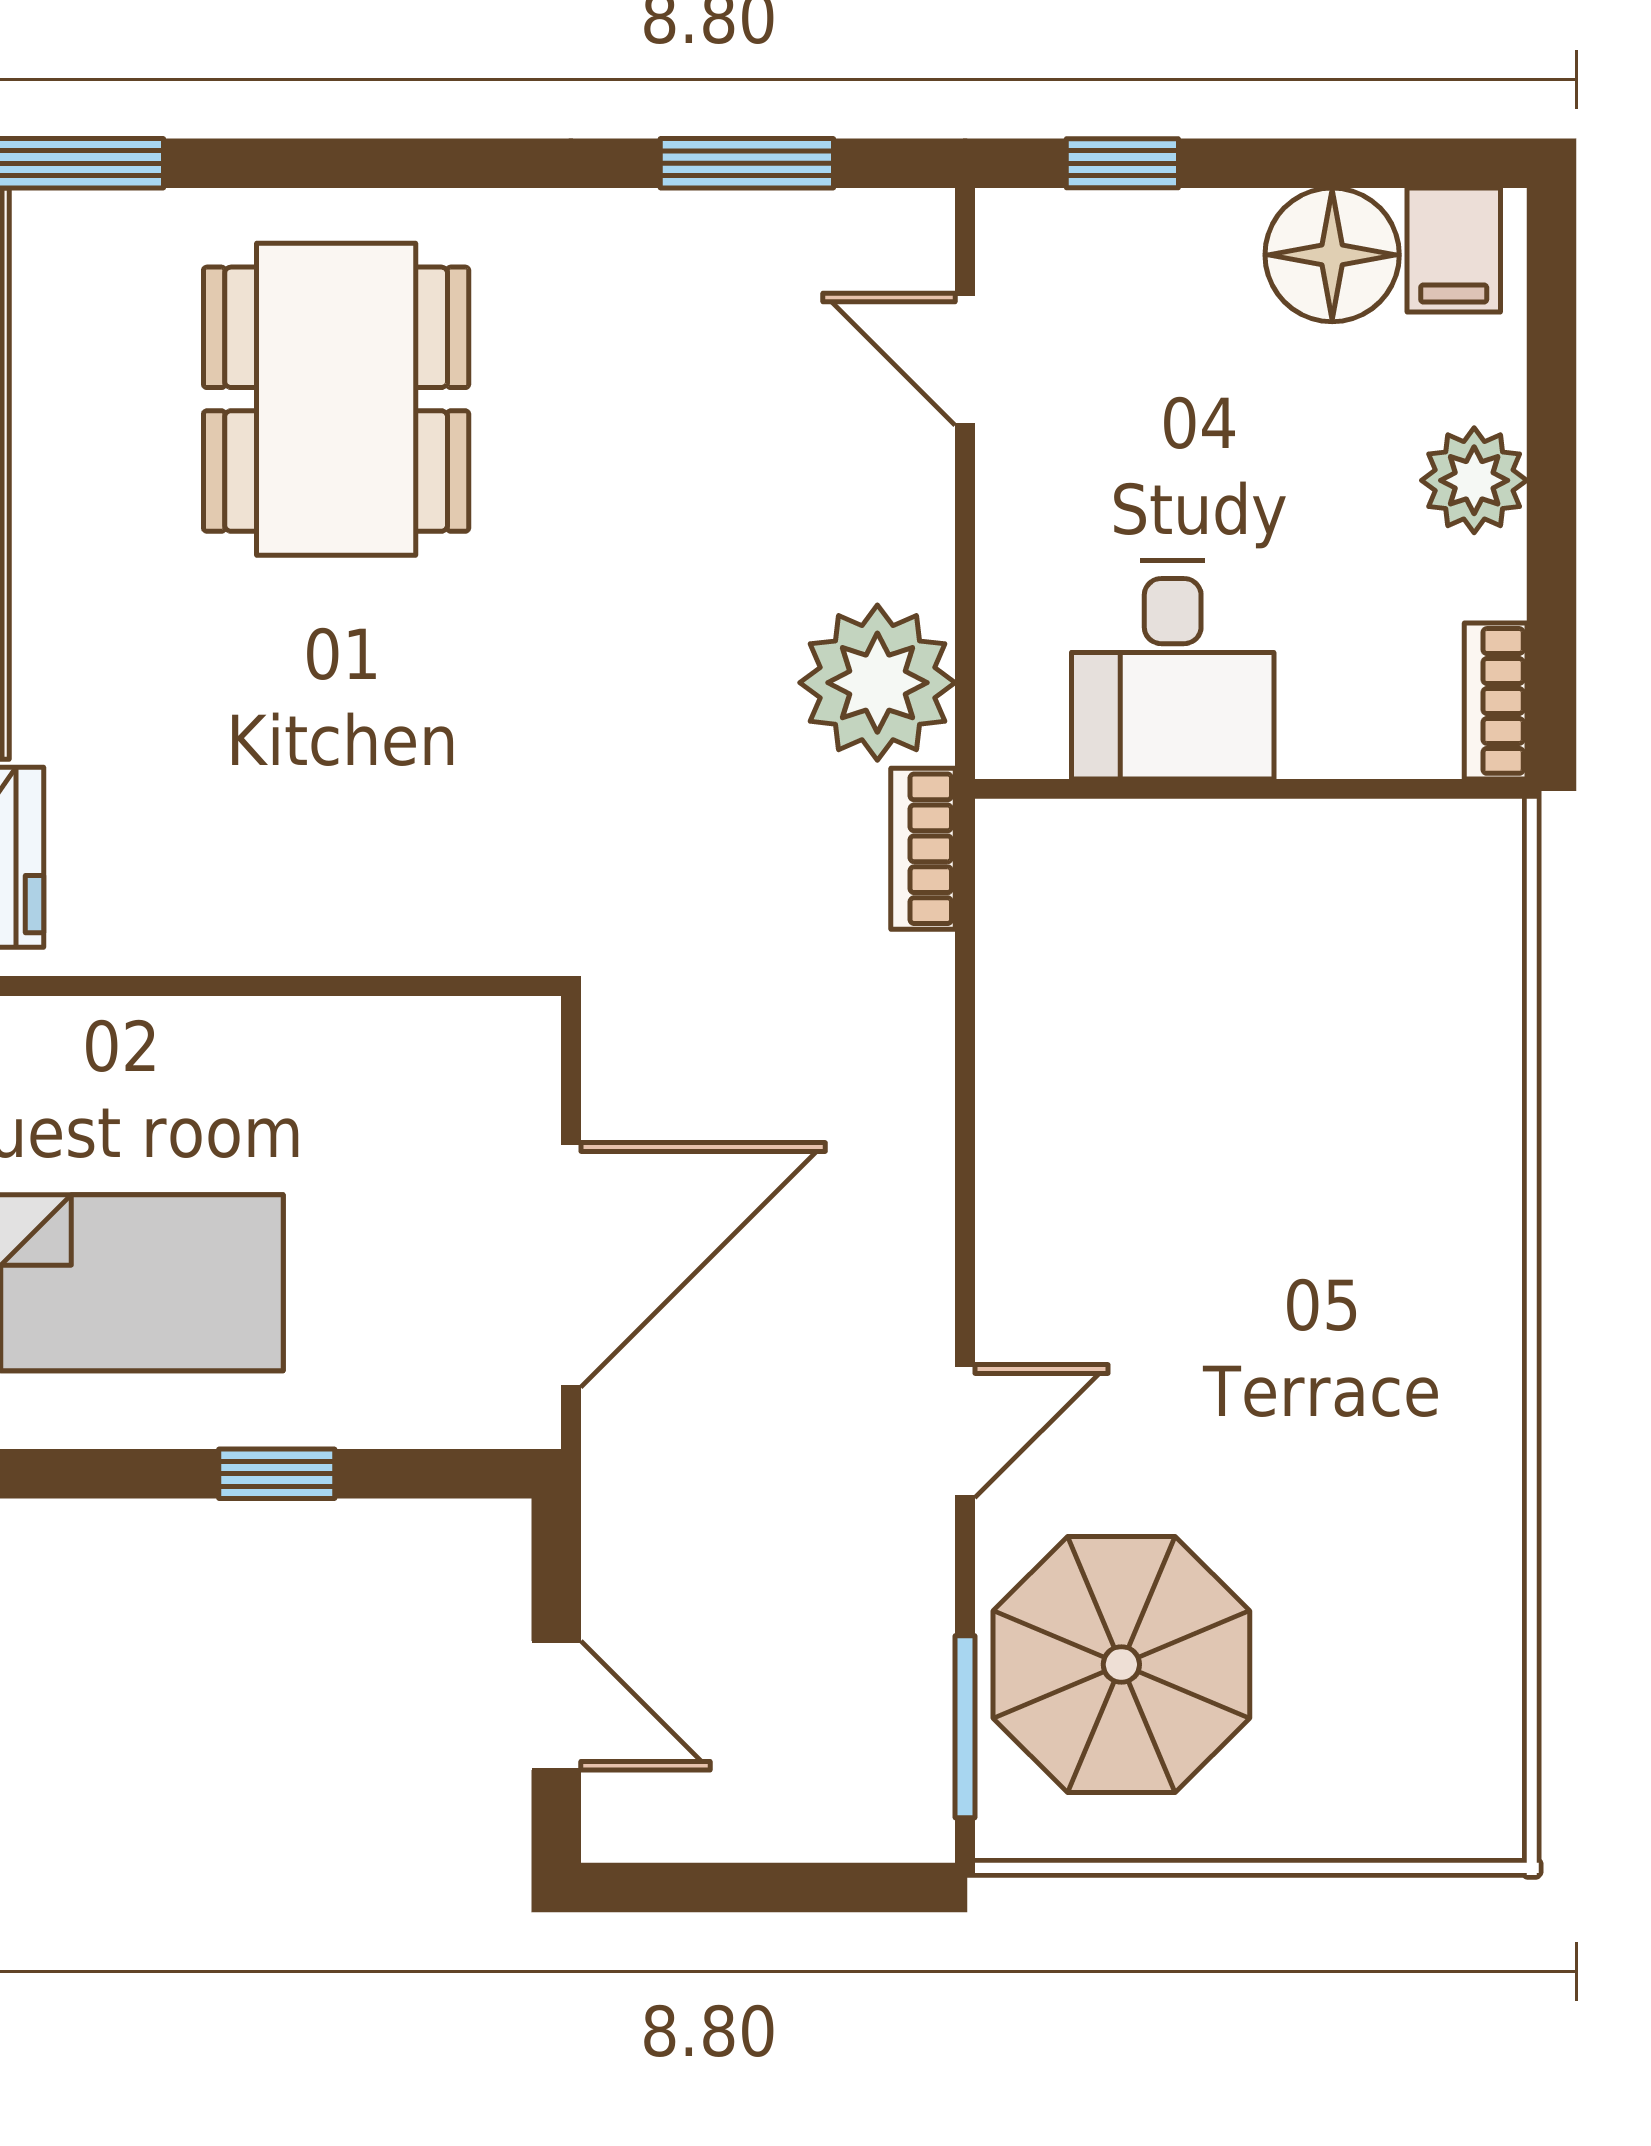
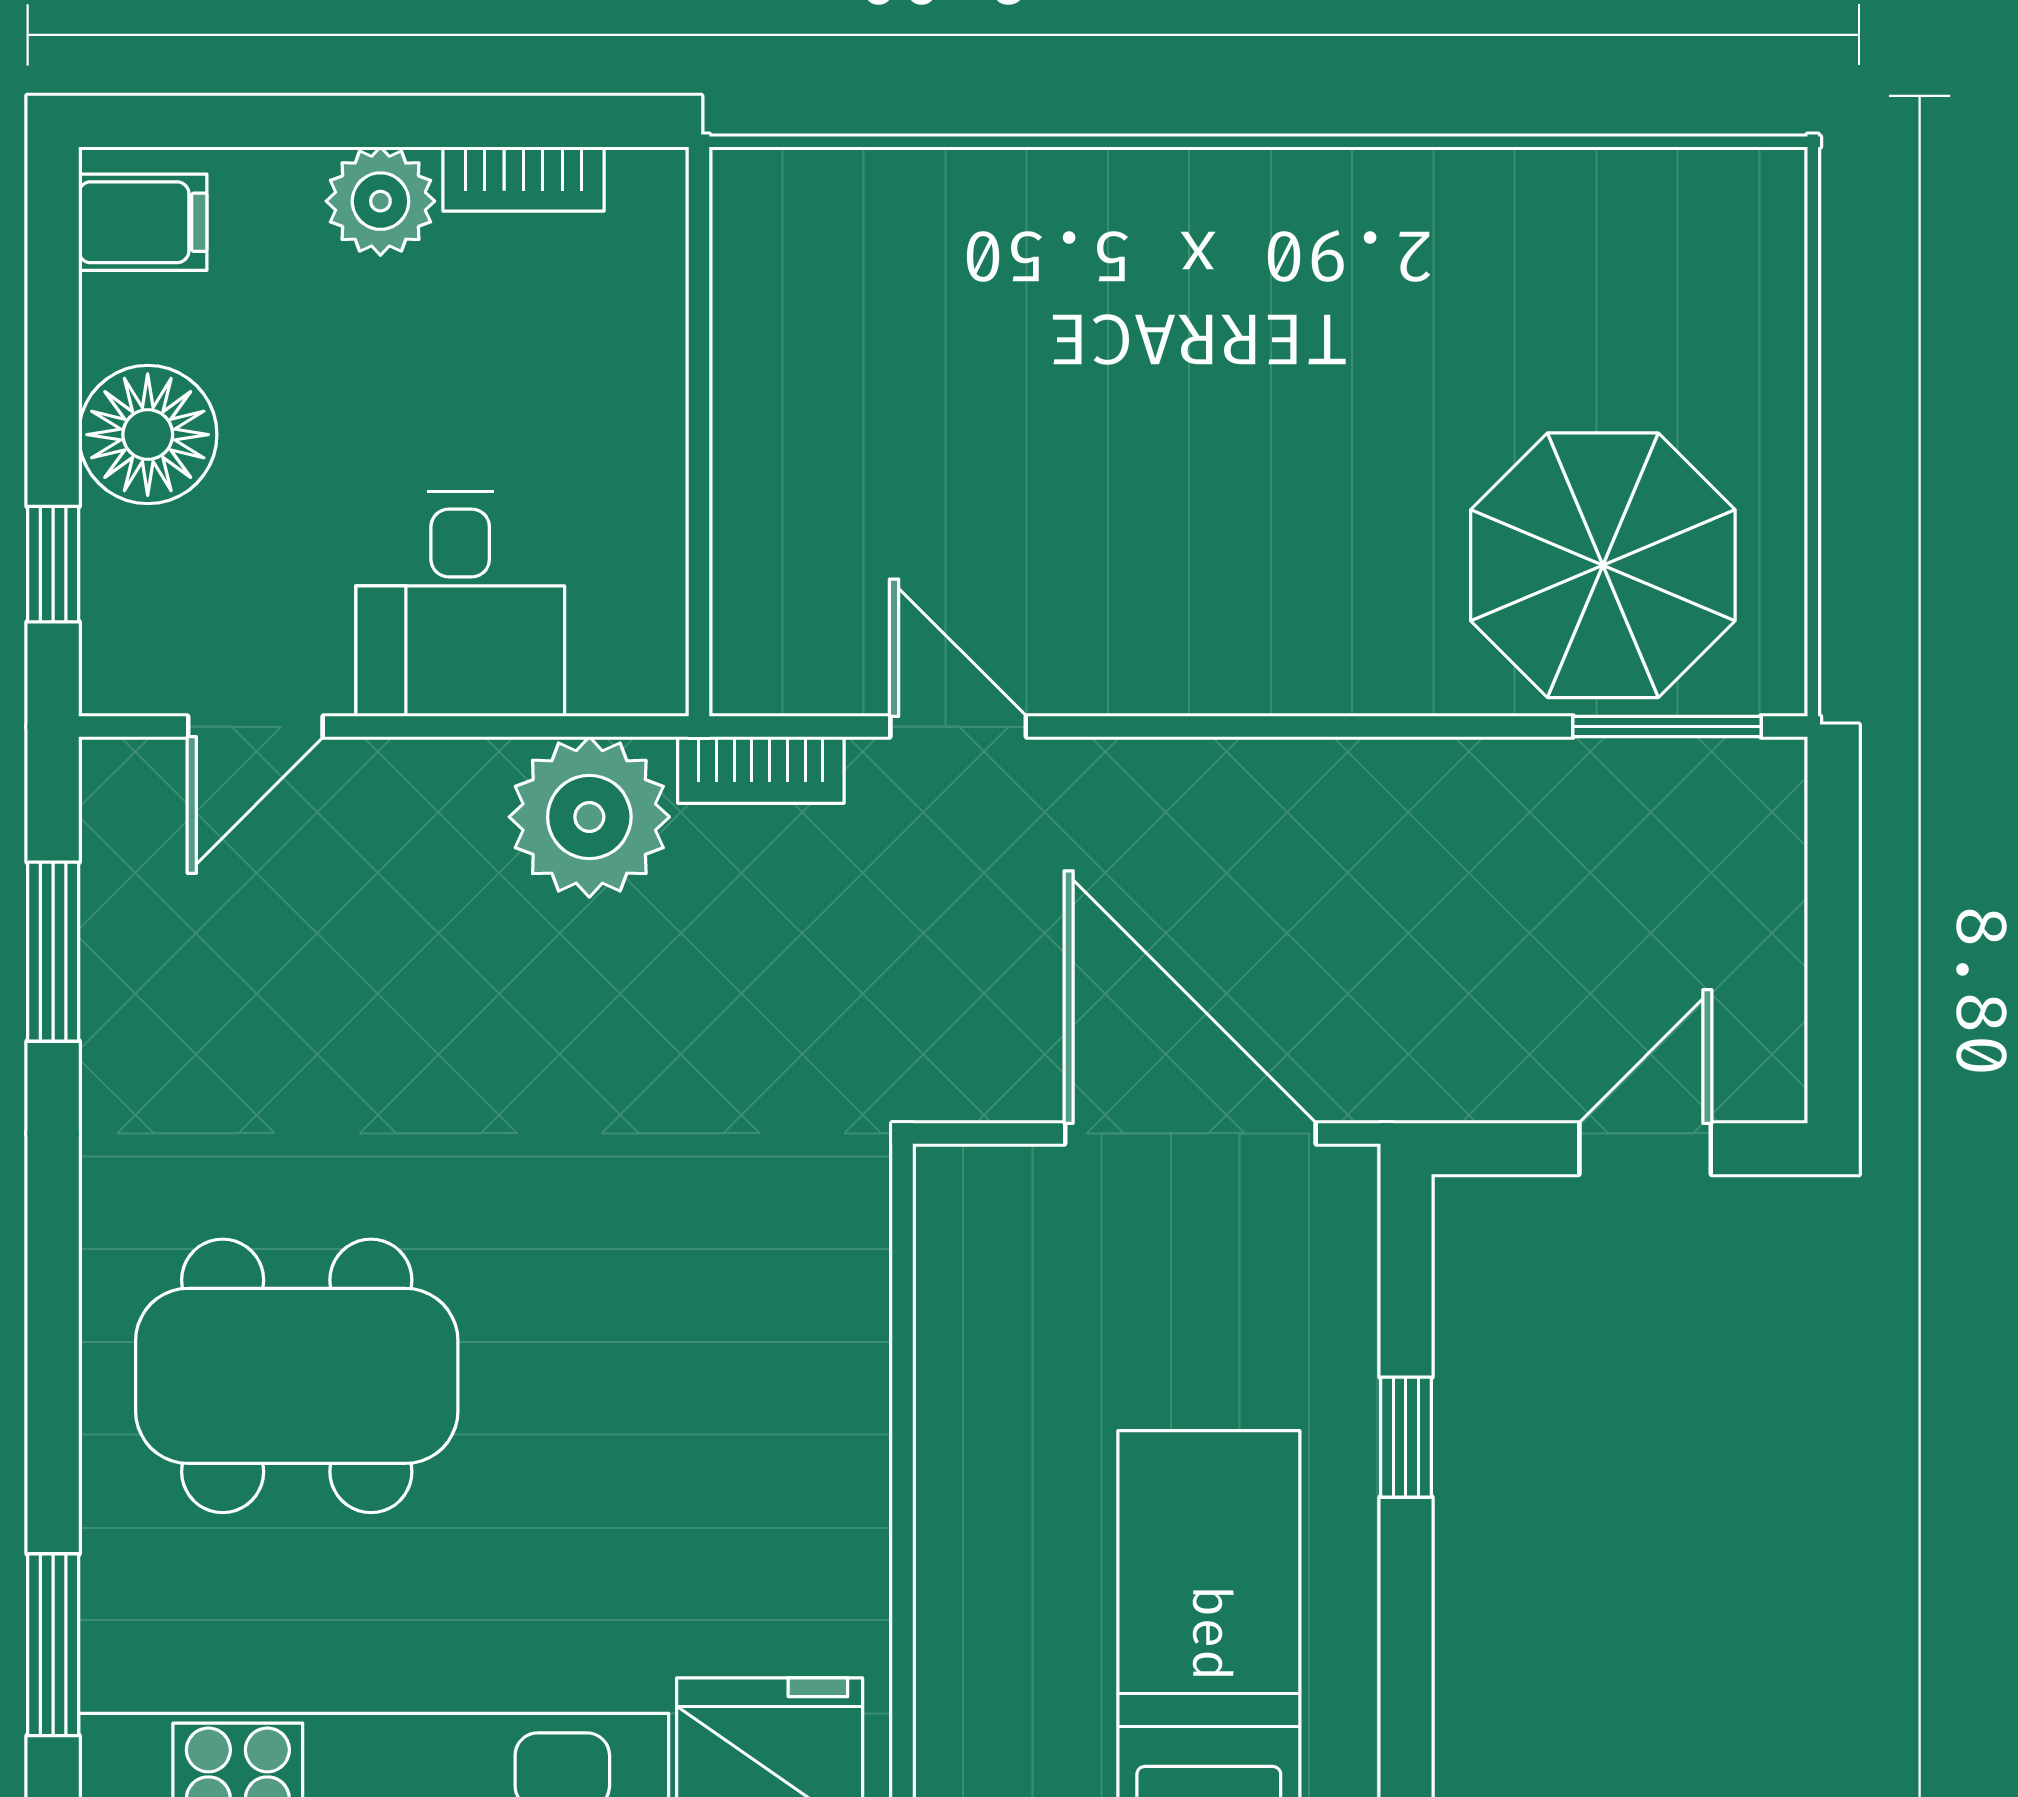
floor lamp: (1332, 255) -> (148, 435), moved
desk: (1173, 670) -> (460, 604), moved, turned 90
bookcase: (1496, 701) -> (523, 179), moved
door: (965, 1431) -> (958, 727), moved

